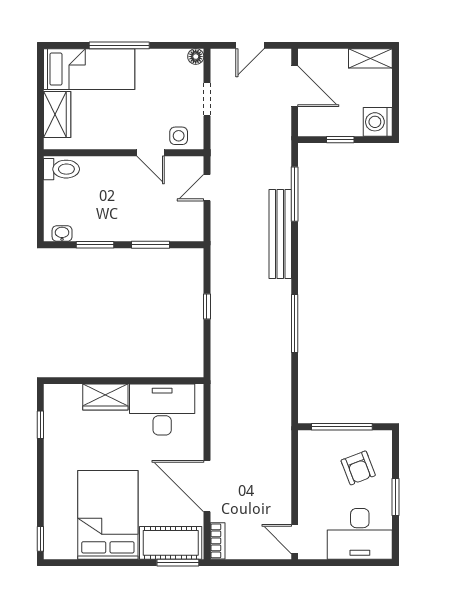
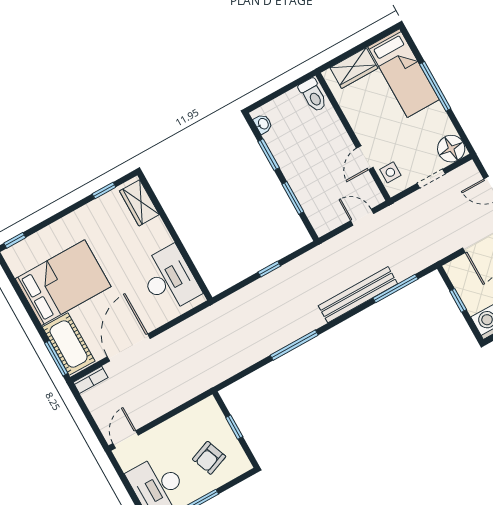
floor lamp: (196, 57) -> (451, 149), width x1.89, depth x1.89
wardrobe: (105, 397) -> (139, 203), moved
window: (342, 427) -> (234, 427), width x0.46

